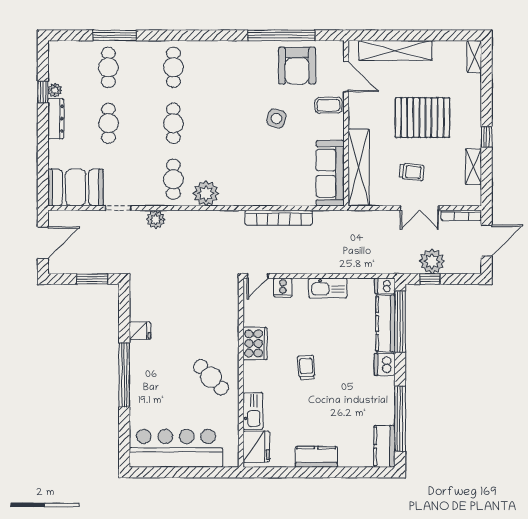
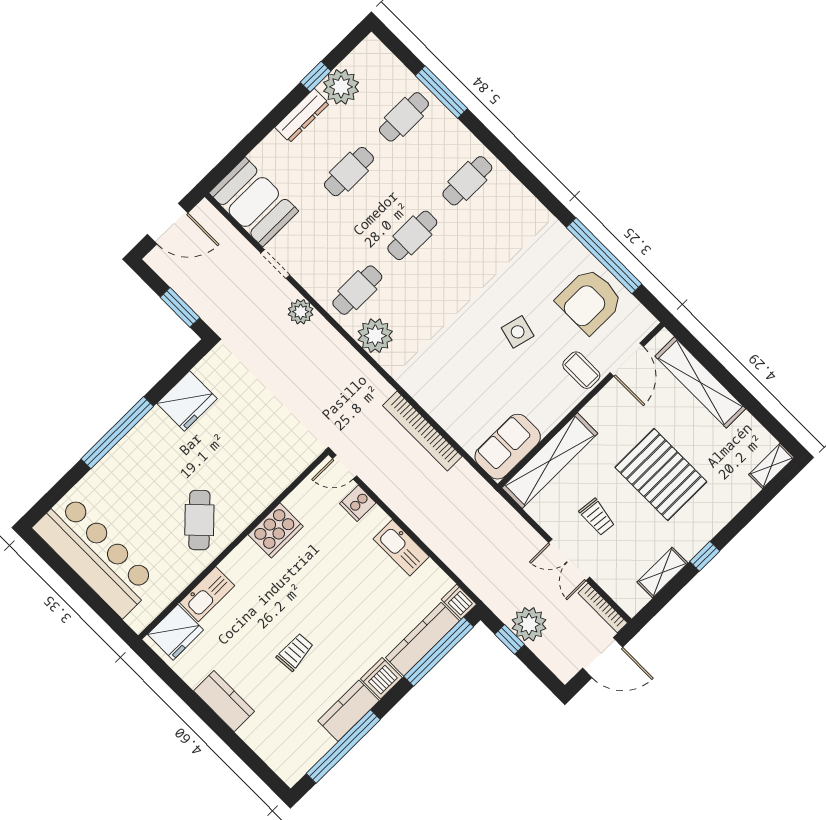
plant: (55, 90) -> (341, 87), width x1.87, depth x1.87
sofa: (330, 173) -> (508, 447), width x0.73
fridge: (140, 331) -> (187, 401), width x1.88, depth x1.34
trolley: (306, 368) -> (295, 652), moved
kitchen counter: (384, 446) -> (348, 711), moved

